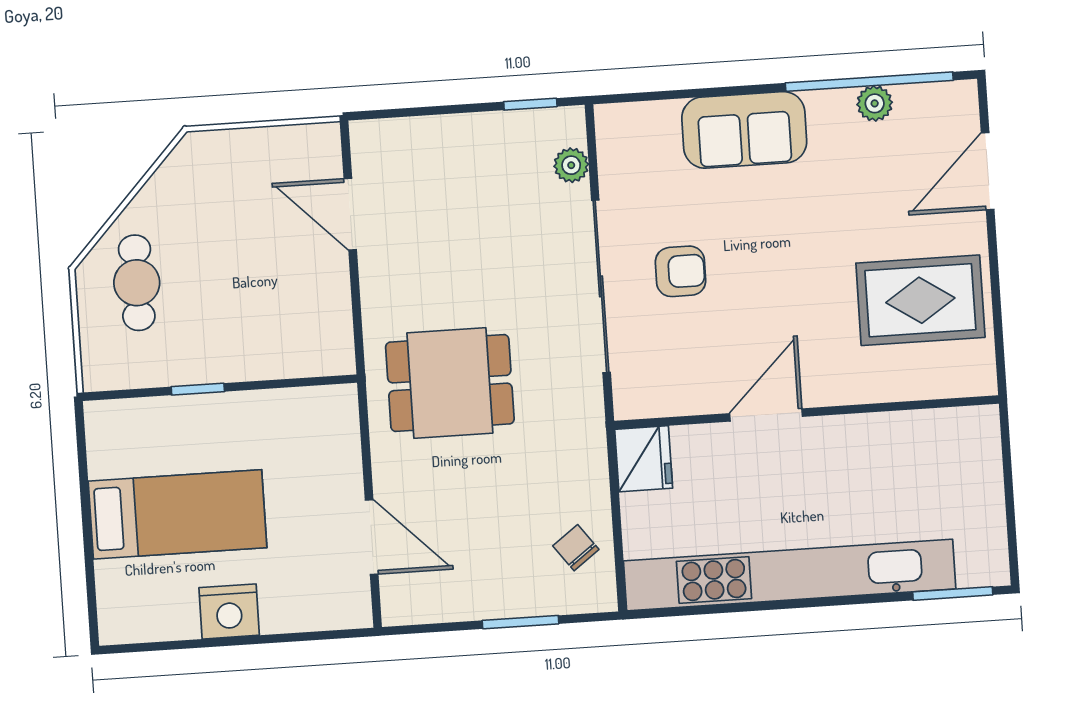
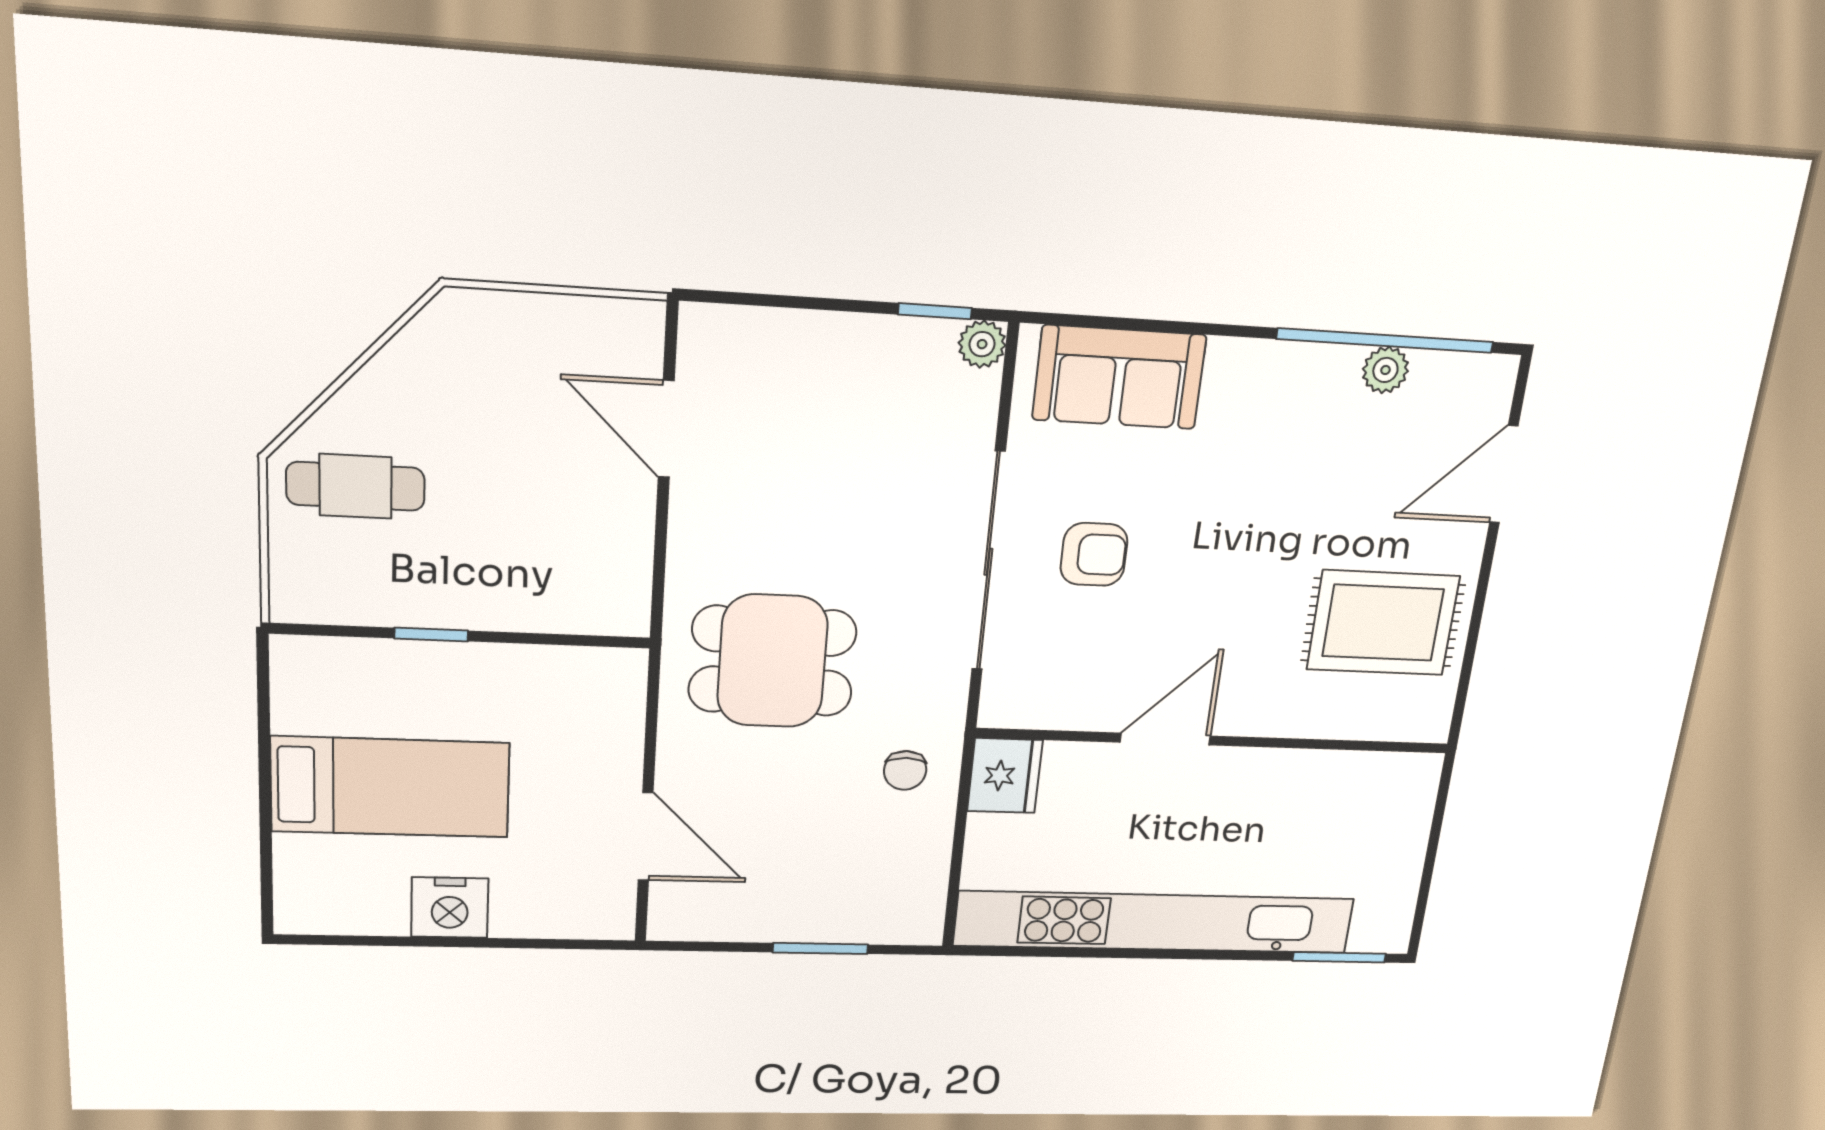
sofa: (744, 130) -> (1119, 377), moved
plant: (571, 165) -> (982, 344), moved
cafe table: (137, 283) -> (356, 486), turned 90
chair: (576, 548) -> (905, 770), moved, turned -143

